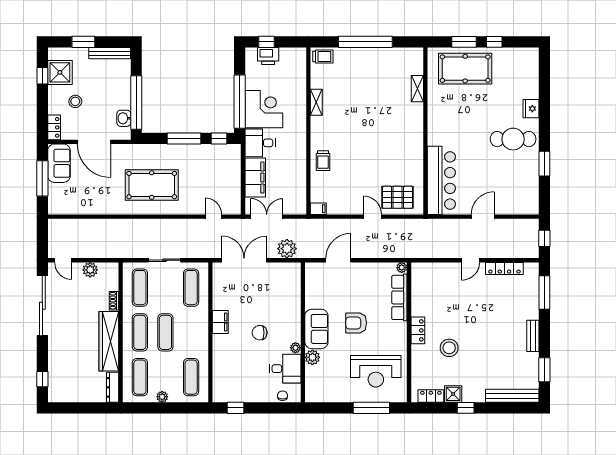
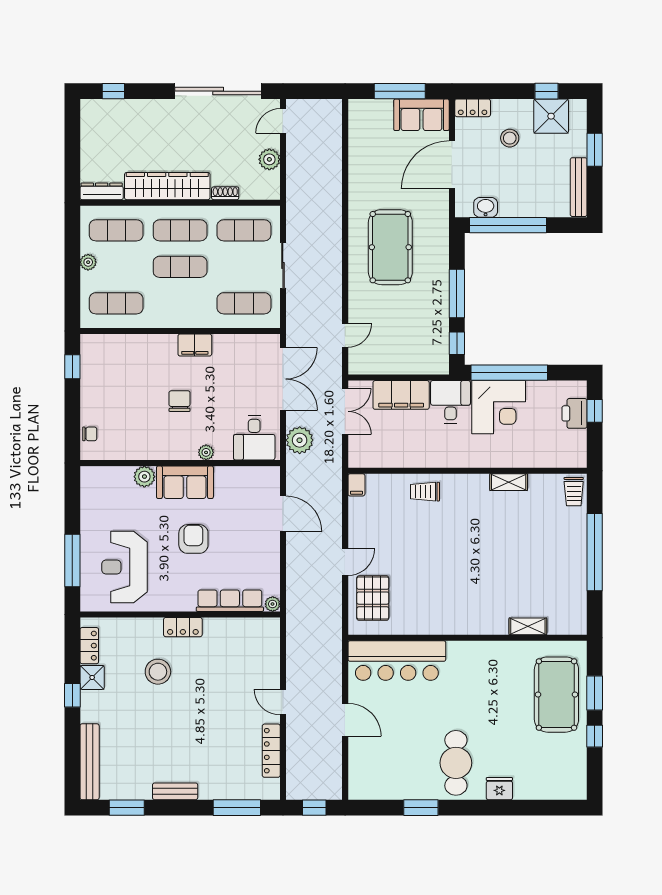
plant: (295, 348) -> (206, 452), moved
desk: (285, 369) -> (254, 438), moved

